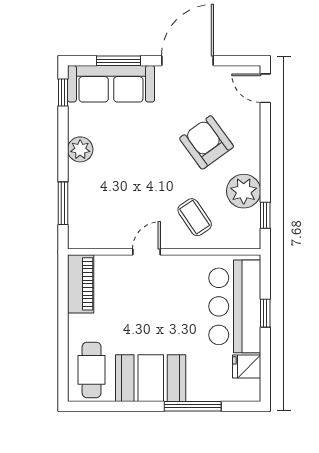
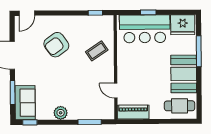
sofa: (111, 84) -> (25, 103), width x0.73
plant: (244, 191) -> (82, 24), removed
door: (146, 252) -> (116, 91), moved
fridge: (247, 367) -> (183, 25), width x1.88, depth x1.34

